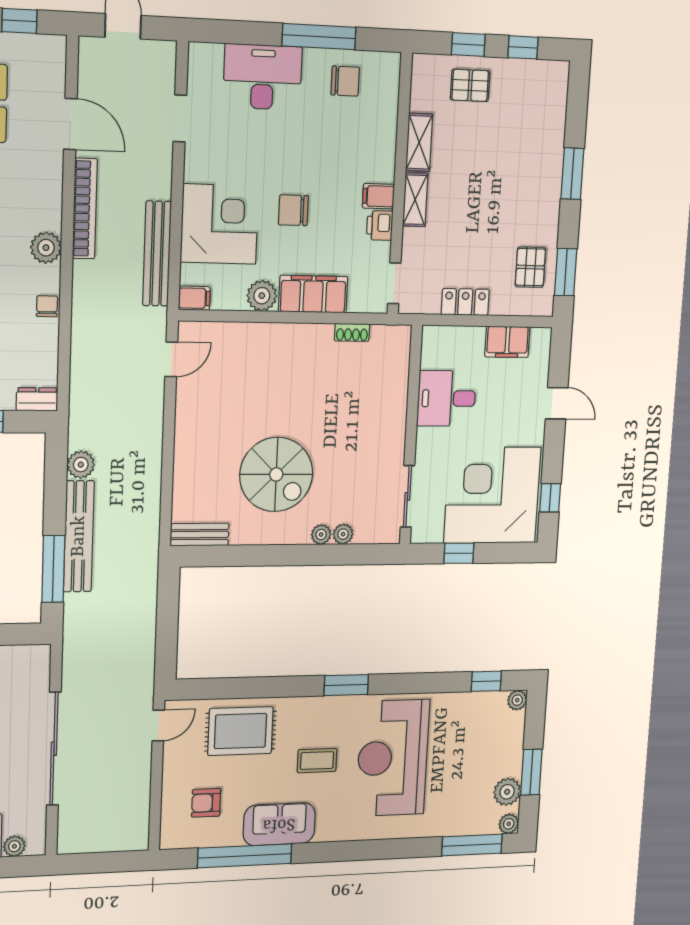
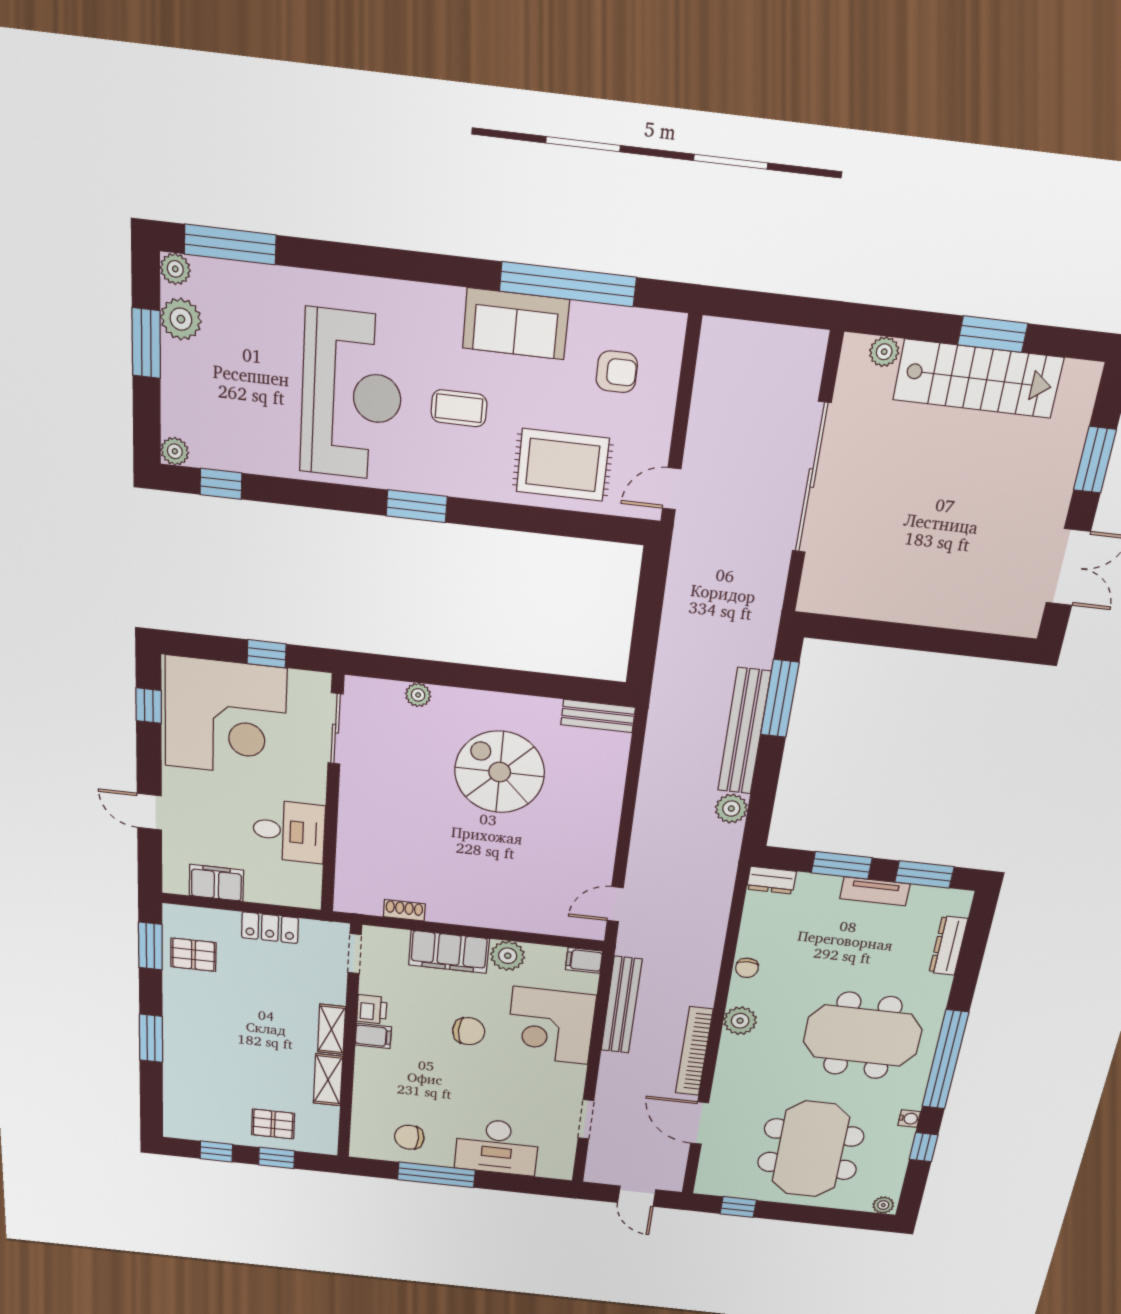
pallet: (530, 267) -> (193, 955), turned 90
plant: (321, 534) -> (446, 698), removed

